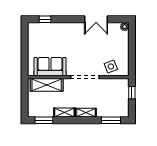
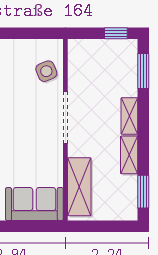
sofa: (50, 67) -> (34, 204), moved, turned 90
window: (132, 93) -> (116, 33), moved

